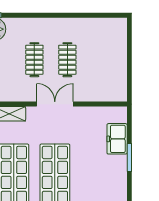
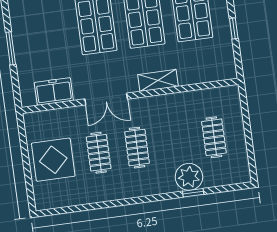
display table: (106, 59) -> (53, 160), added
freezer: (117, 139) -> (54, 91), moved, turned -90

